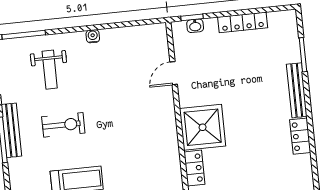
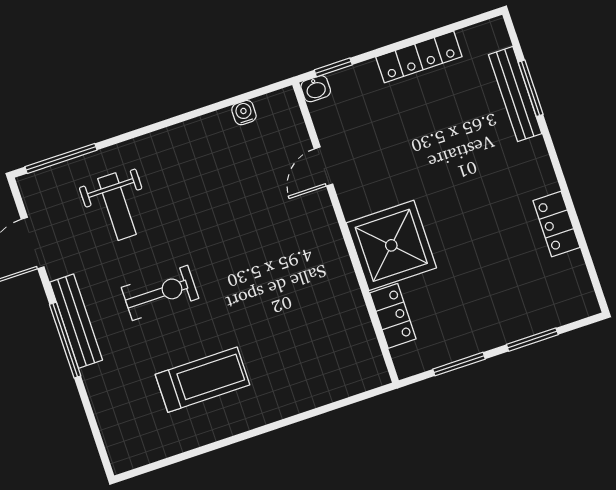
washbasin: (195, 26) -> (316, 89), moved
water cooler: (93, 36) -> (244, 113), moved
bench: (297, 90) -> (515, 94), moved

